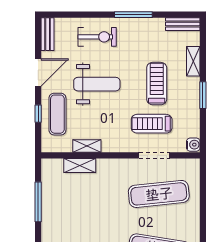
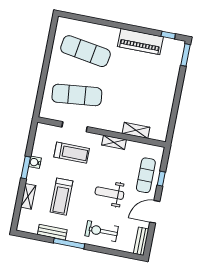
bench: (183, 24) -> (52, 232), moved
weight bench: (97, 84) -> (109, 193), width x0.73, depth x0.75
treadmill: (157, 84) -> (61, 197), moved
water cooler: (193, 145) -> (35, 162), moved
shelving: (87, 146) -> (114, 142), moved
window: (38, 202) -> (175, 108), removed

